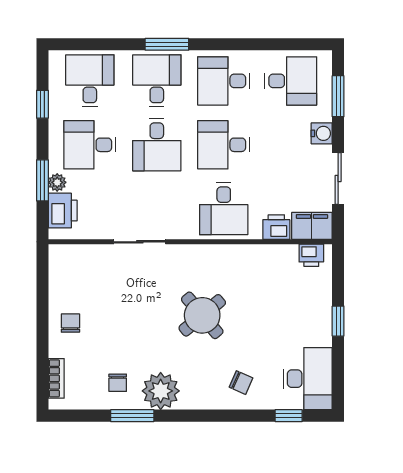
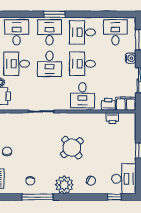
desk: (291, 81) -> (115, 32), turned -90
printer: (311, 255) -> (112, 118), moved
plant: (161, 391) -> (64, 185), moved
window: (132, 416) -> (38, 197), width x1.44

